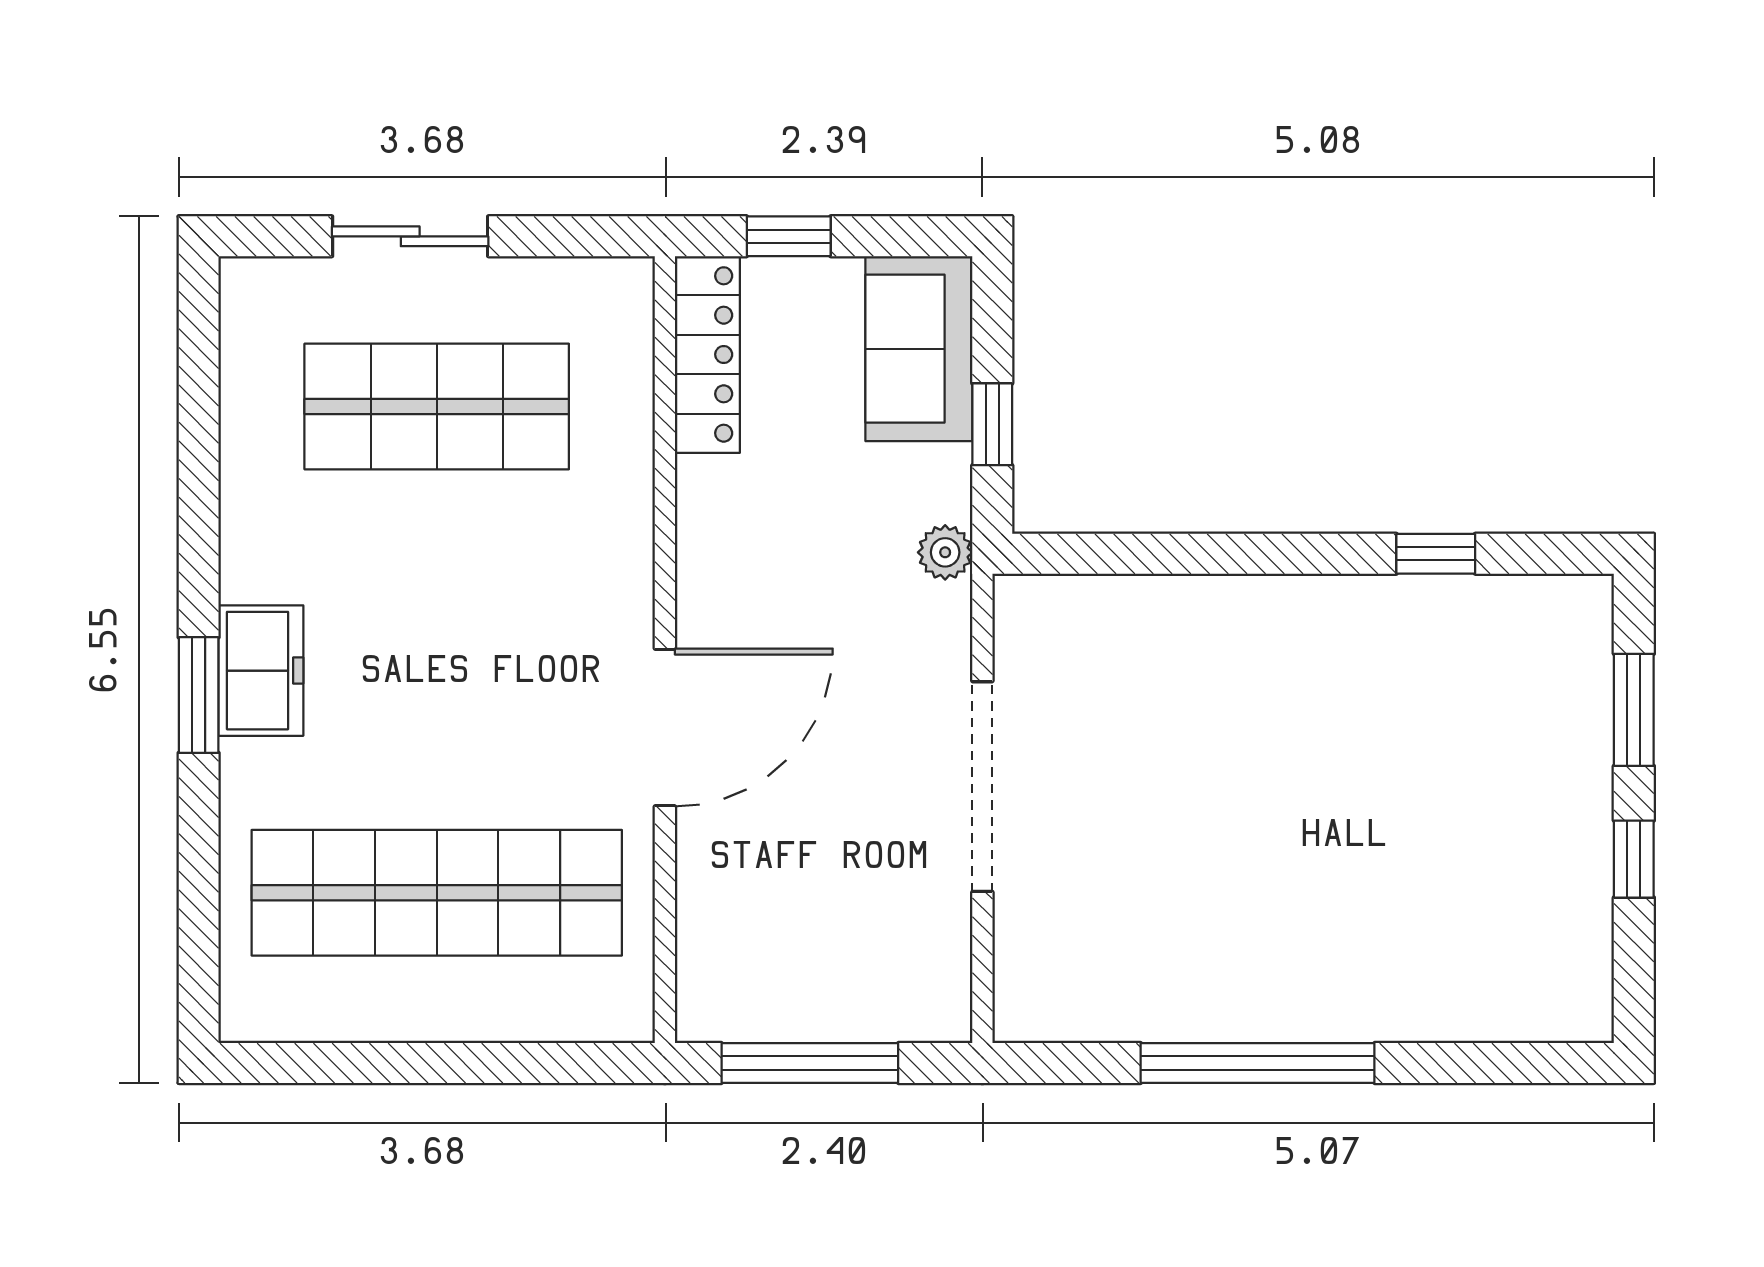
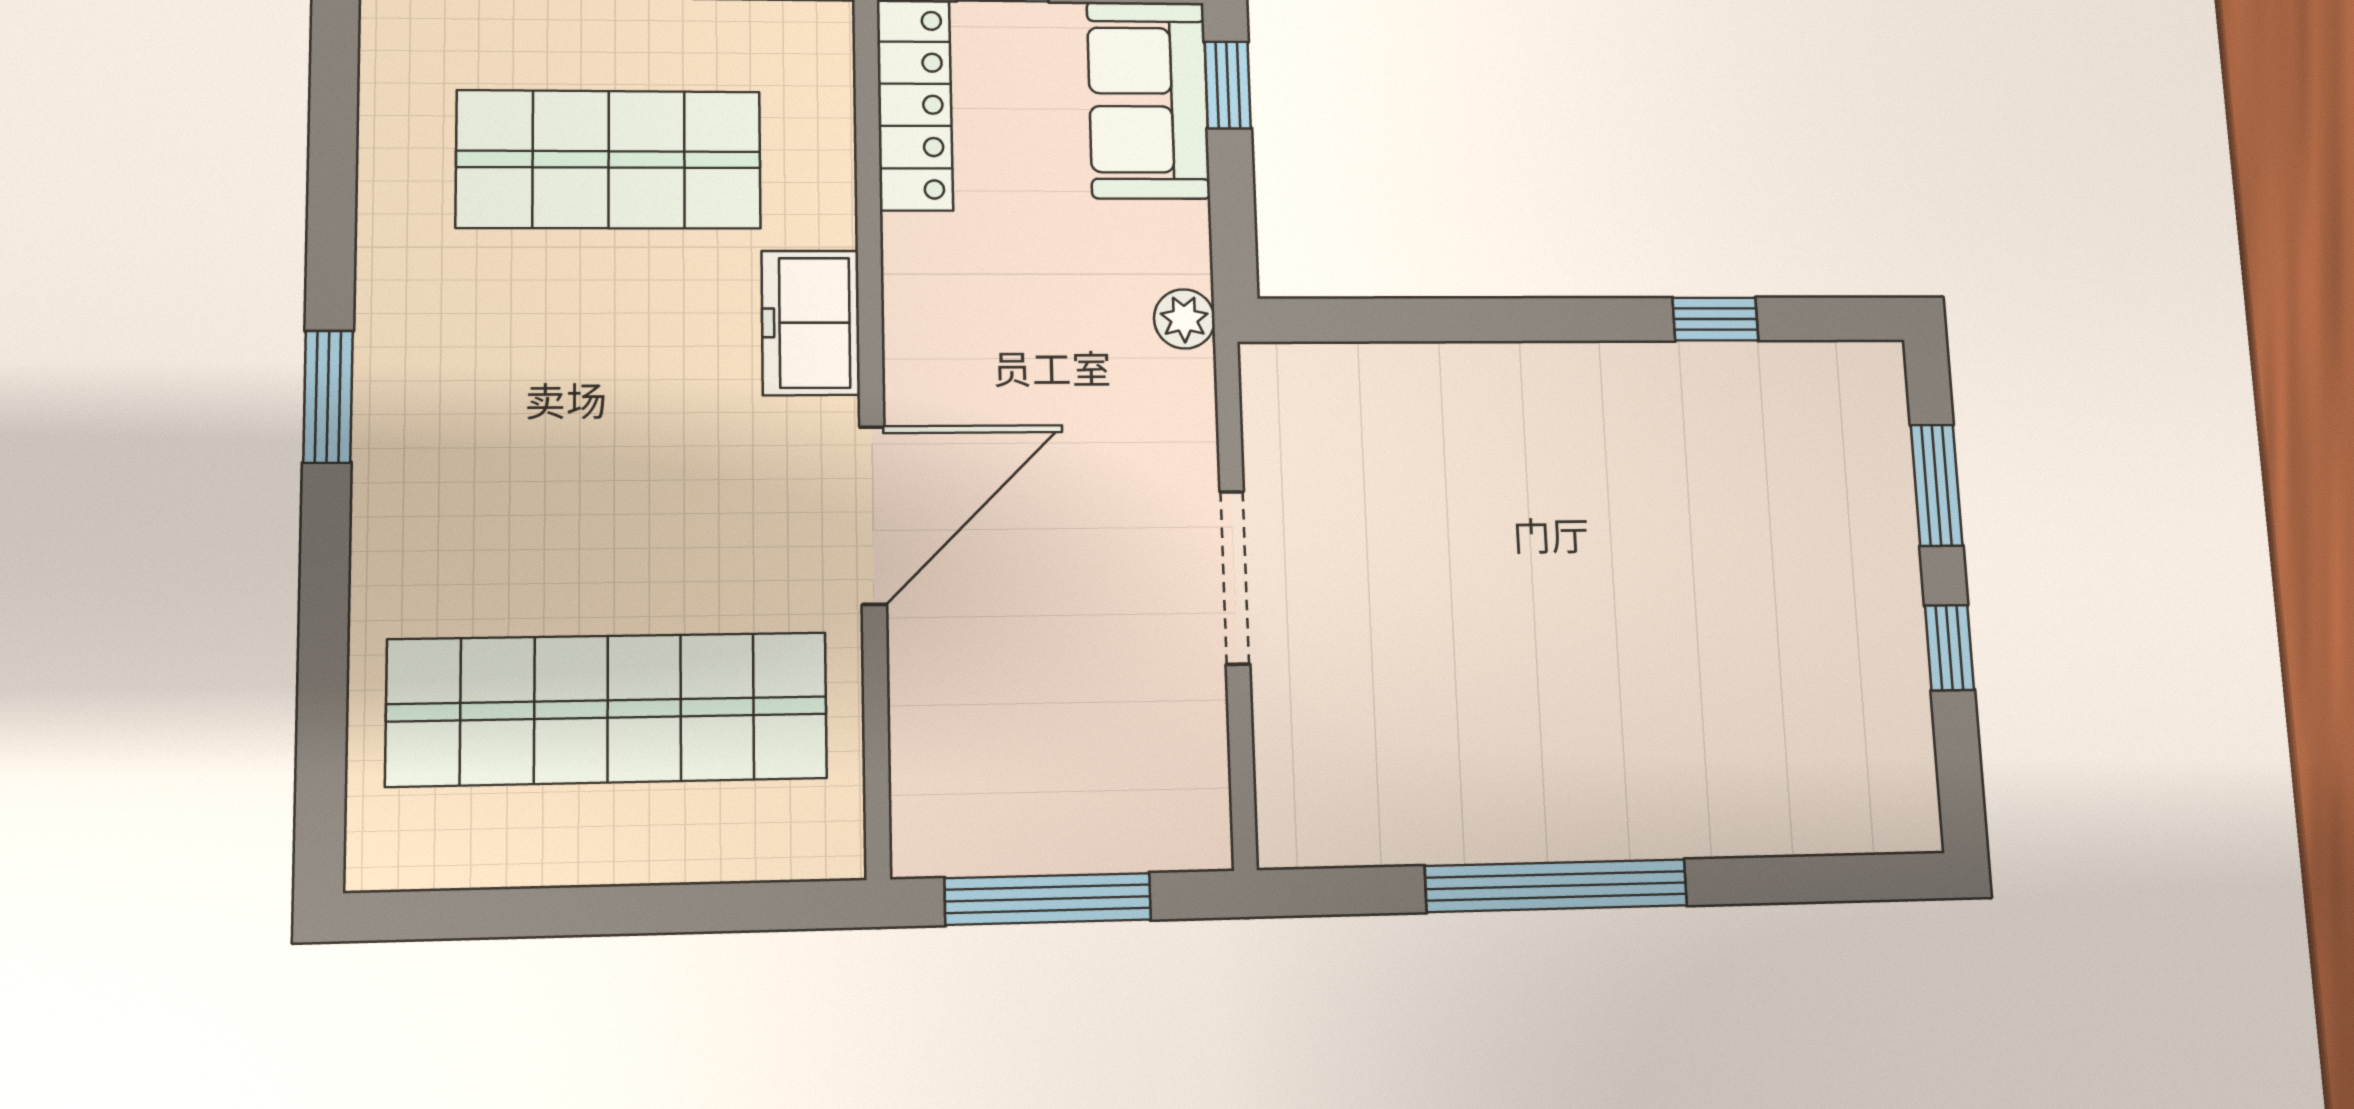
window: (992, 424) -> (1228, 85), moved
freezer: (261, 671) -> (811, 323), moved, turned 180
window: (199, 695) -> (328, 397), moved
doorway: (982, 787) -> (1235, 578), width x0.73

